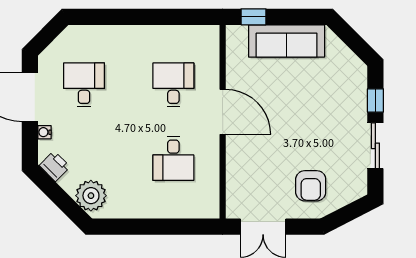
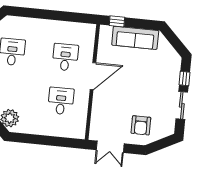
door: (223, 112) -> (93, 76), hinge flipped
desk: (173, 158) -> (61, 101), turned 180

